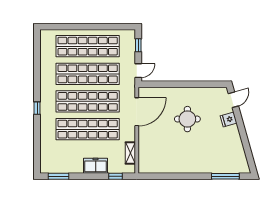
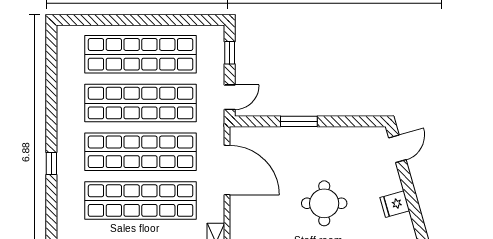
window: (177, 84) -> (299, 121), added
door: (137, 112) -> (227, 170), hinge flipped
round table: (187, 119) -> (324, 203), moved
fridge: (229, 119) -> (395, 204), moved

